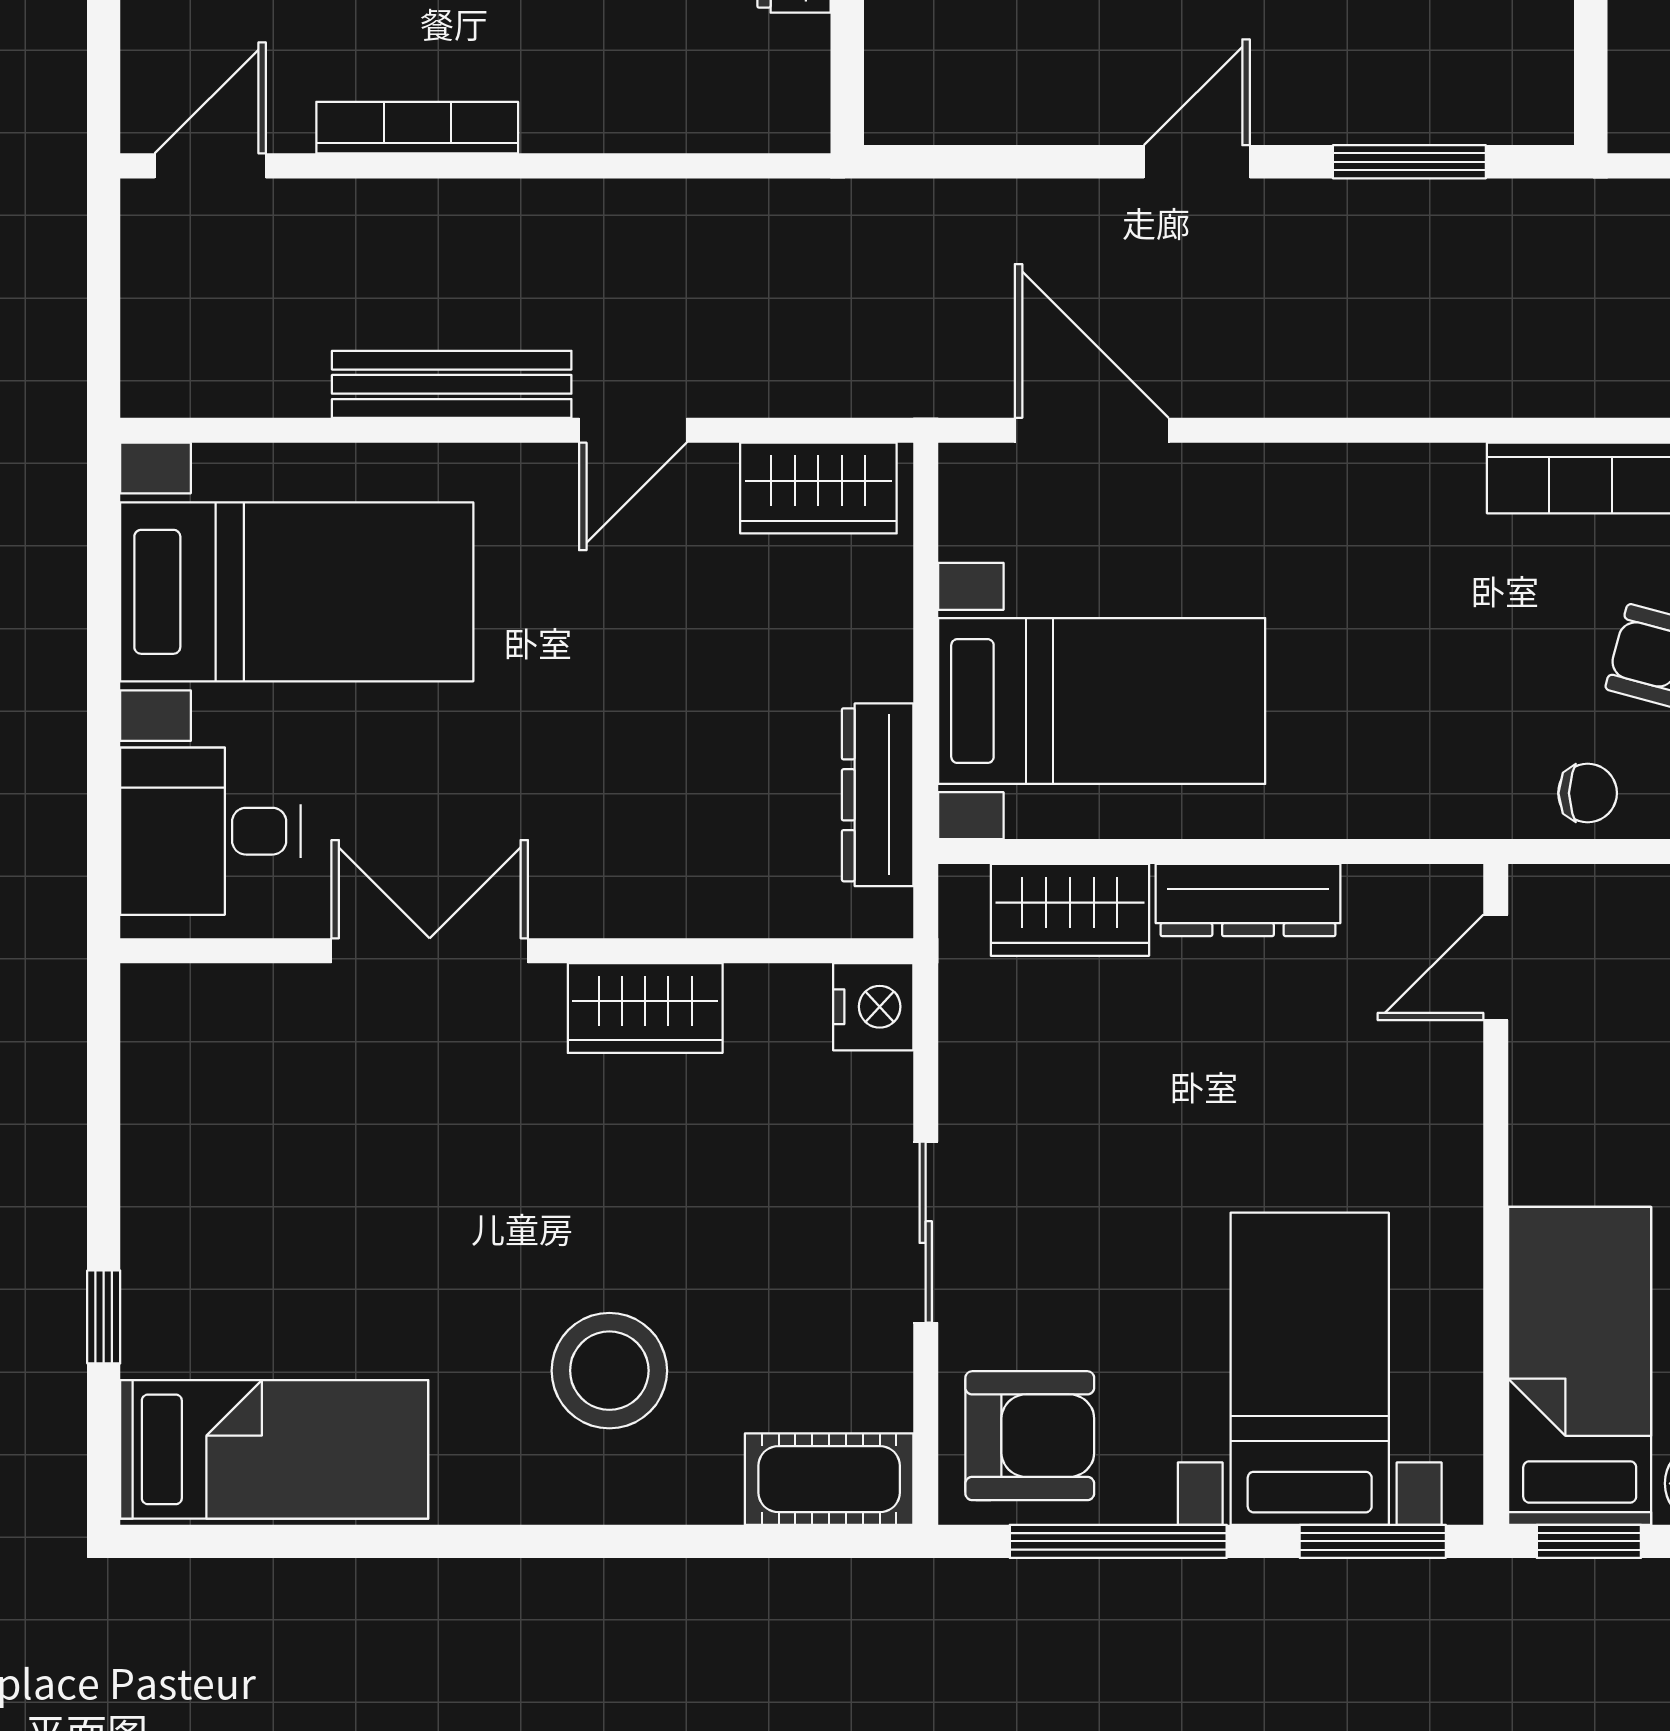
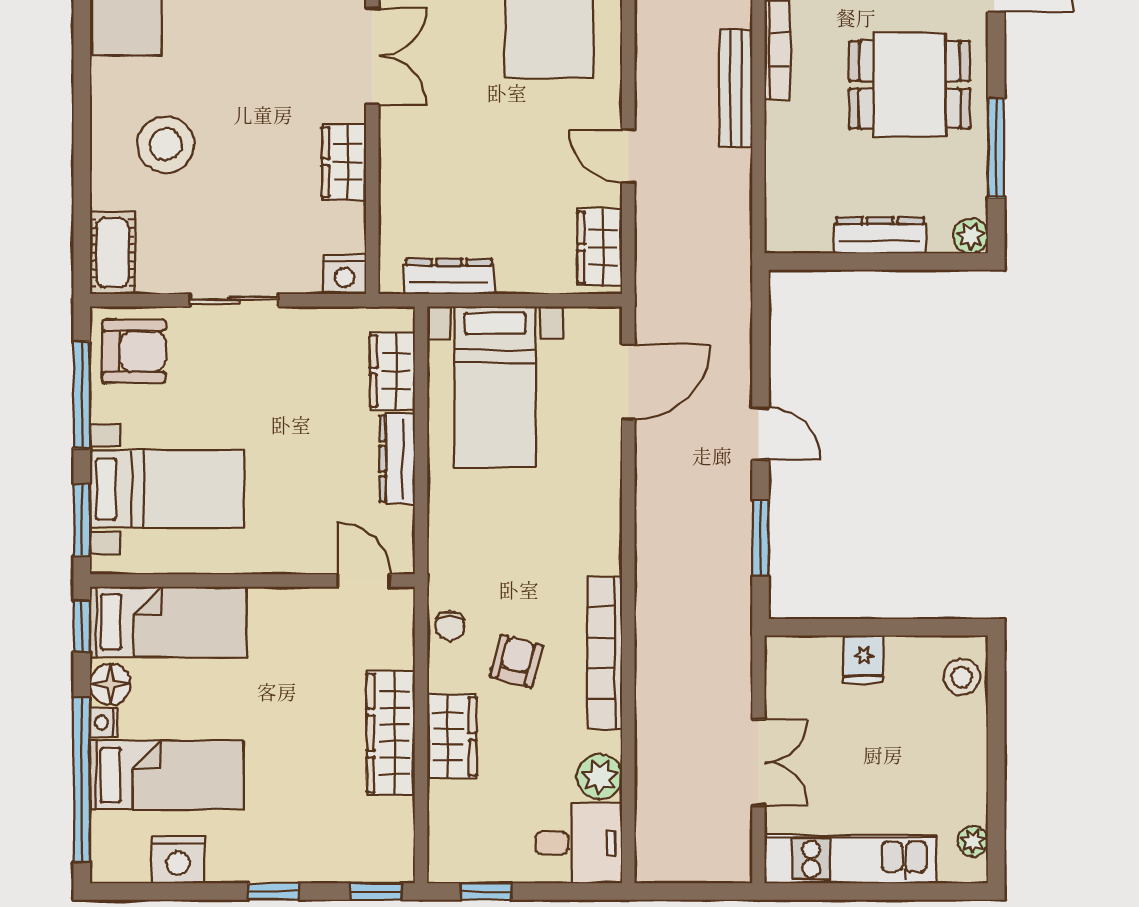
bench: (452, 384) -> (736, 88), moved
armchair: (1030, 1436) -> (134, 351), turned -90

